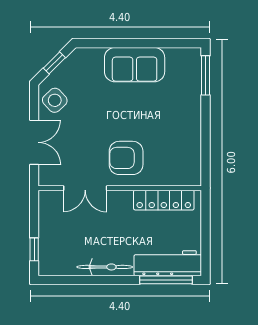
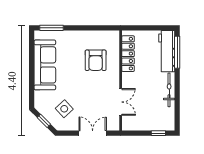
sofa: (135, 65) -> (45, 65), width x1.36
side table: (55, 100) -> (64, 109), moved
armchair: (126, 158) -> (96, 60), moved

